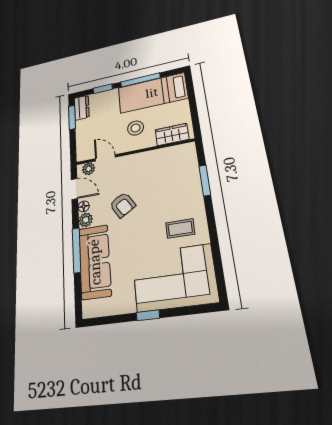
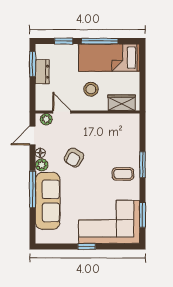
dresser: (82, 108) -> (42, 72), moved
window: (205, 180) -> (143, 165), moved
door: (74, 189) -> (33, 135), swing flipped
armchair: (123, 205) -> (74, 158), turned 62
coffee table: (180, 228) -> (123, 174), moved
window: (218, 262) -> (143, 215), added

